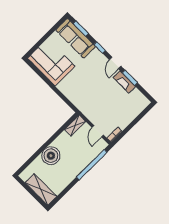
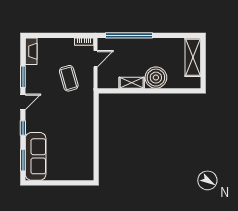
corner sofa: (51, 62) -> (77, 157), removed
fireplace: (124, 82) -> (31, 51), moved
coffee table: (102, 104) -> (69, 78), added
shelving: (75, 125) -> (132, 83), moved

